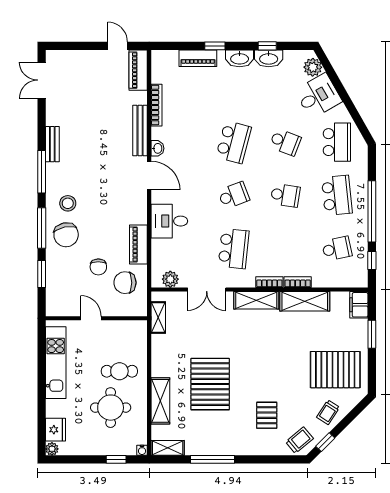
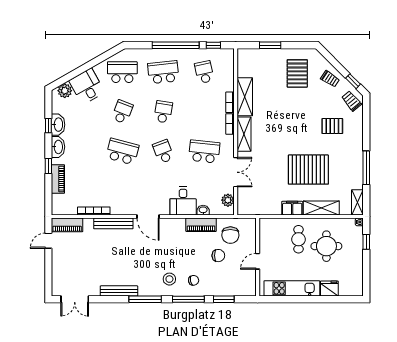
bench: (52, 144) -> (119, 291), width x1.36
washbasin: (157, 148) -> (203, 210), moved
door: (149, 176) -> (148, 217), swing flipped
chair: (66, 235) -> (194, 280), width x0.54, depth x0.54
filing cabinet: (359, 305) -> (292, 208), moved, turned 180
shelving: (158, 317) -> (257, 209), removed
pallet: (335, 370) -> (297, 73), width x0.73, depth x0.71
fridge: (55, 430) -> (329, 289), moved
plant: (52, 449) -> (358, 291), removed

